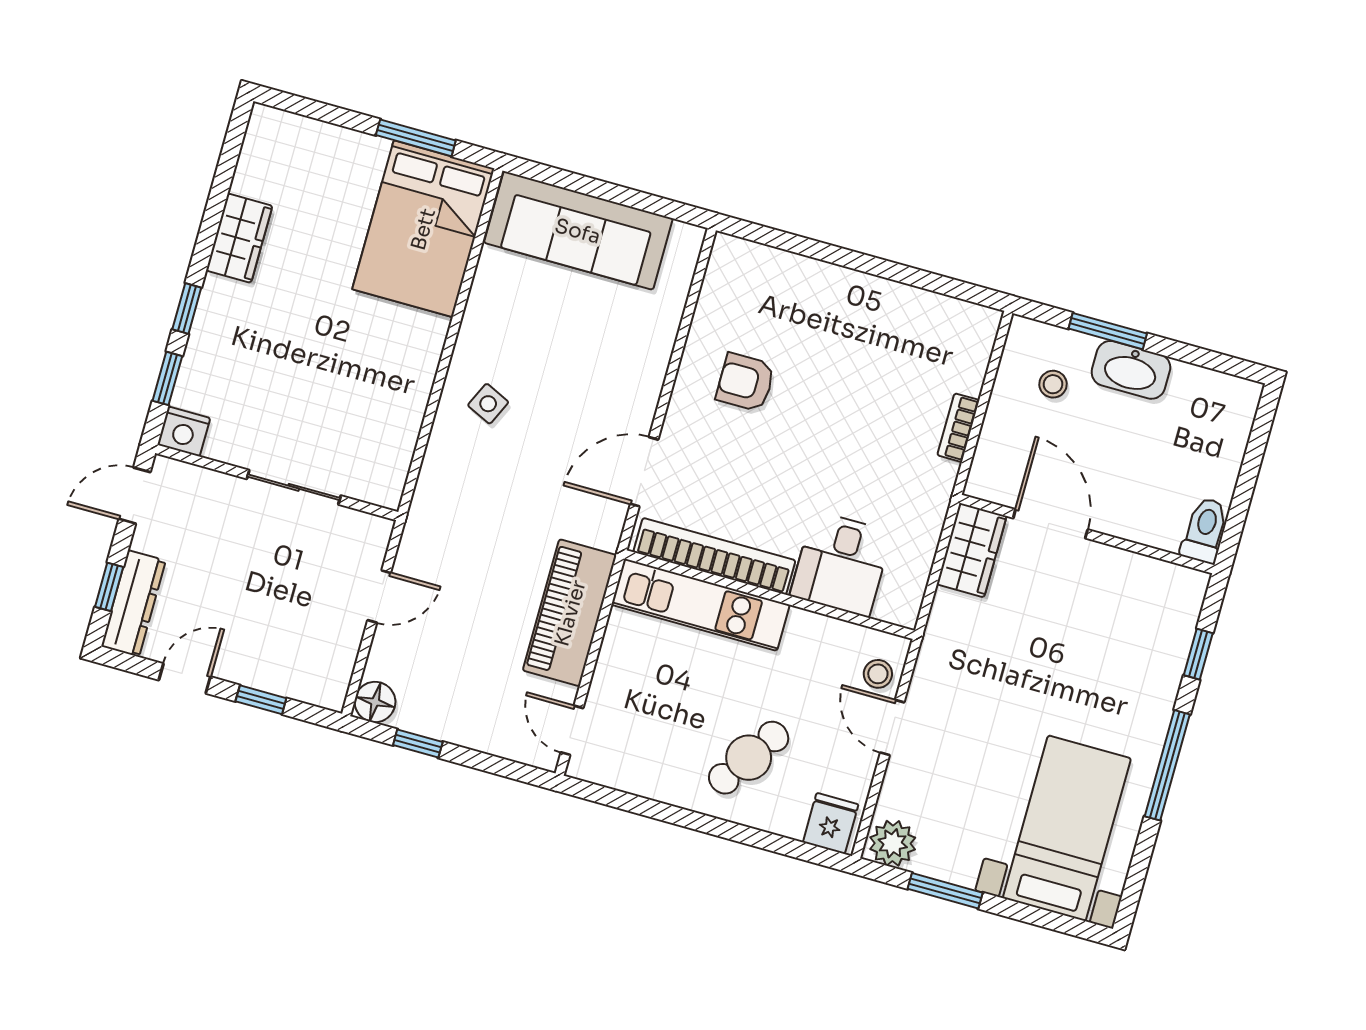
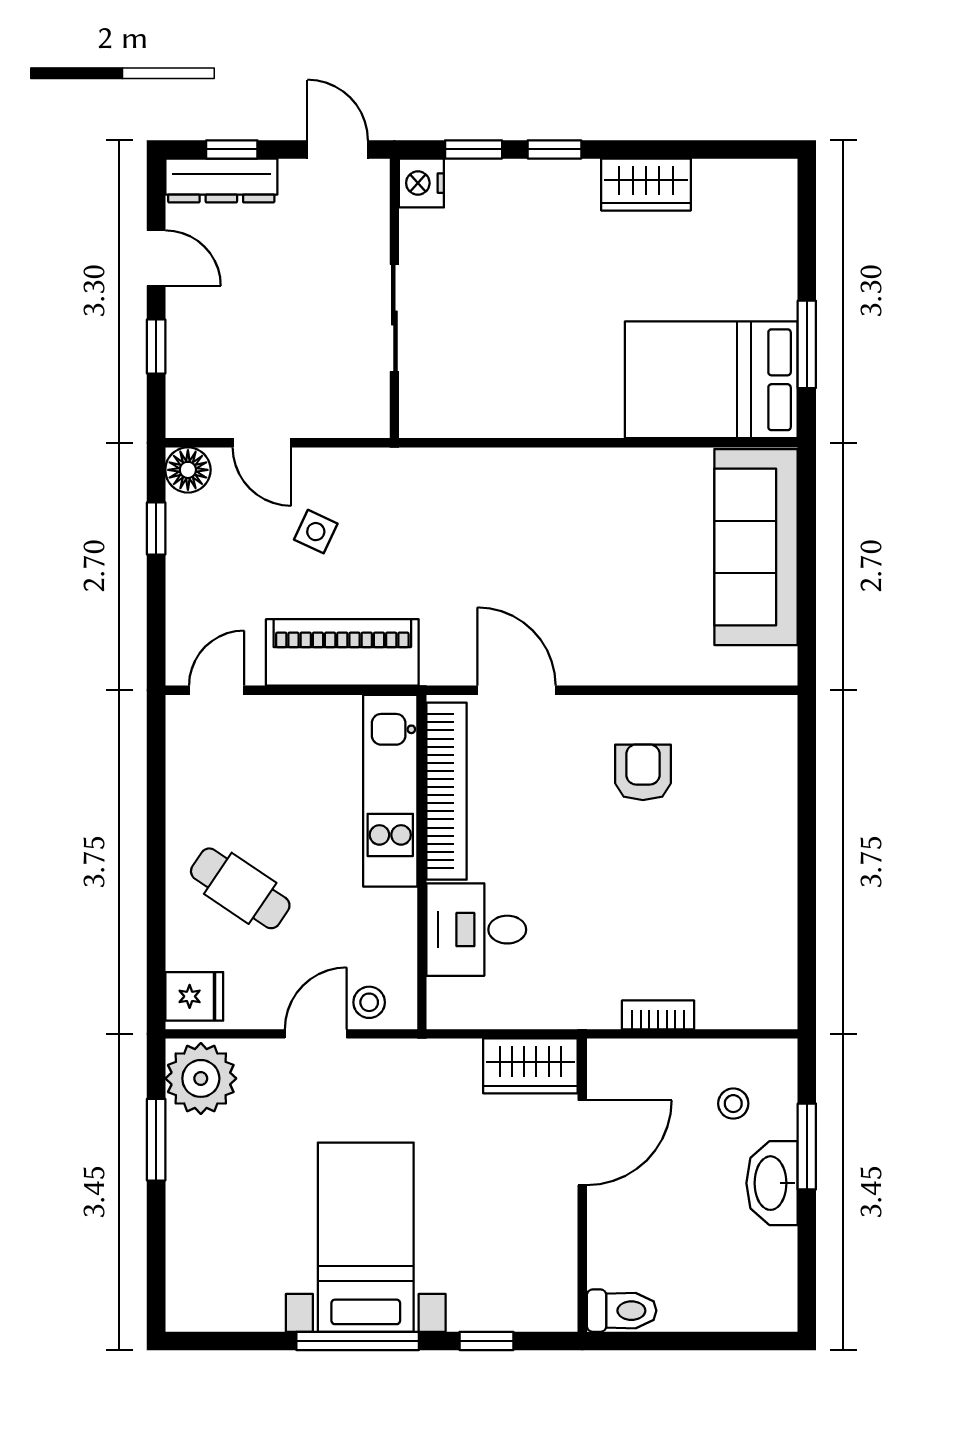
side table: (488, 404) -> (316, 532), moved
door: (379, 597) -> (262, 443), moved
bed with nightstands: (1067, 828) -> (366, 1237), moved, turned -90
plant: (893, 843) -> (201, 1078), width x1.36, depth x1.36

